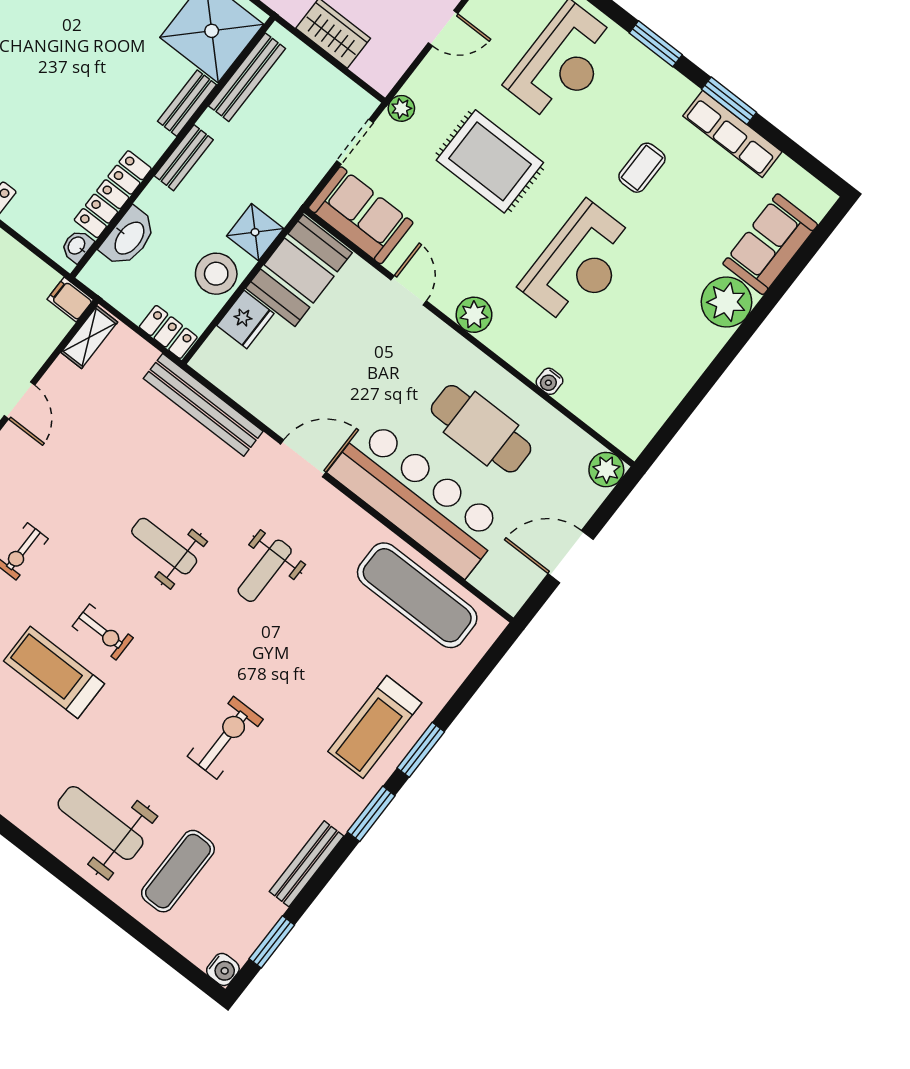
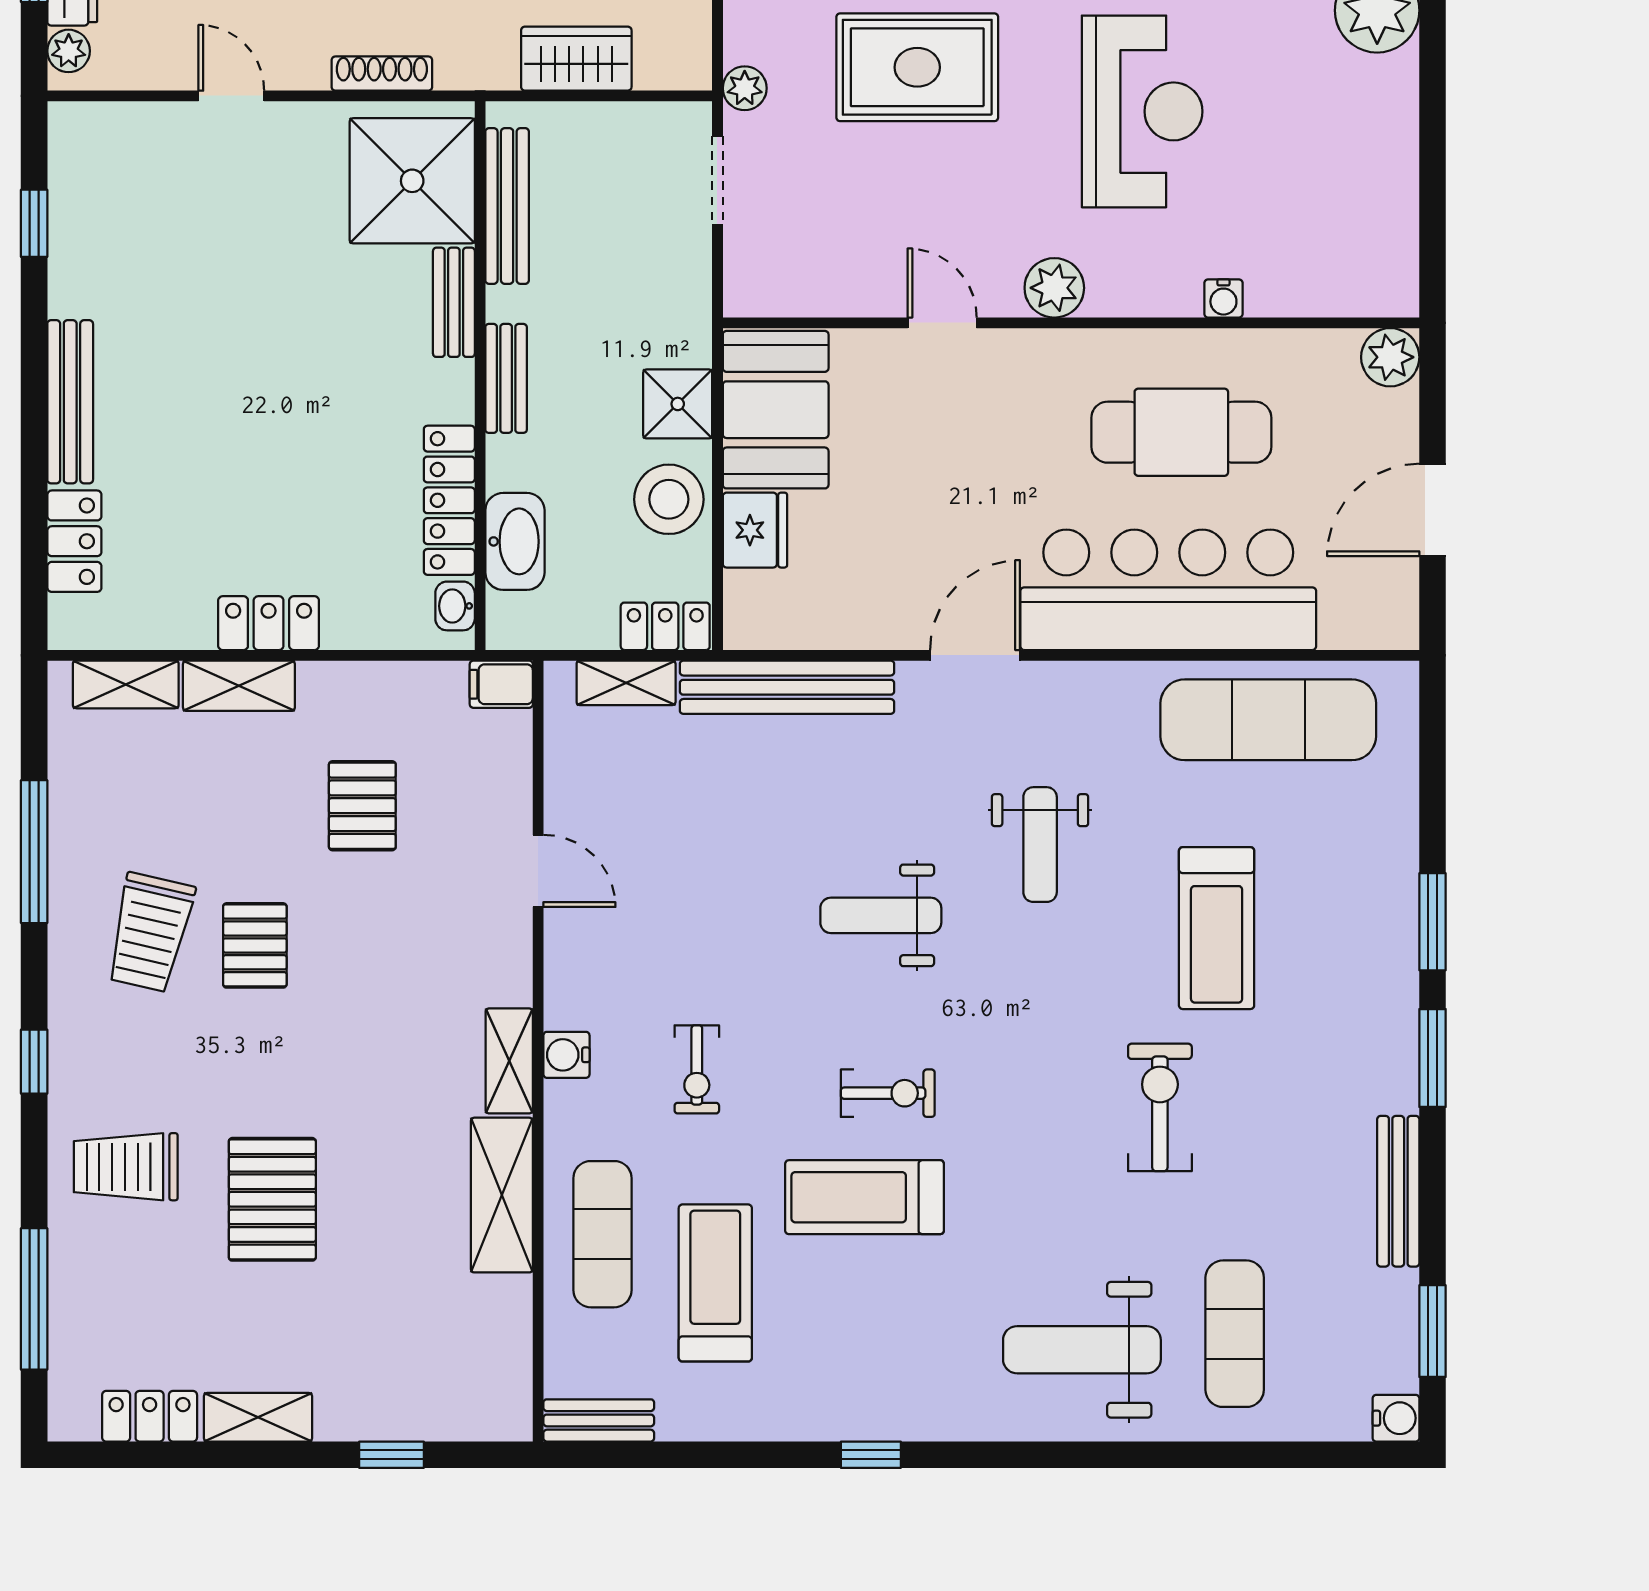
sofa: (361, 215) -> (801, 272), removed
shelving: (89, 337) -> (626, 683), moved, turned 90
treadmill: (375, 727) -> (1217, 928), moved

